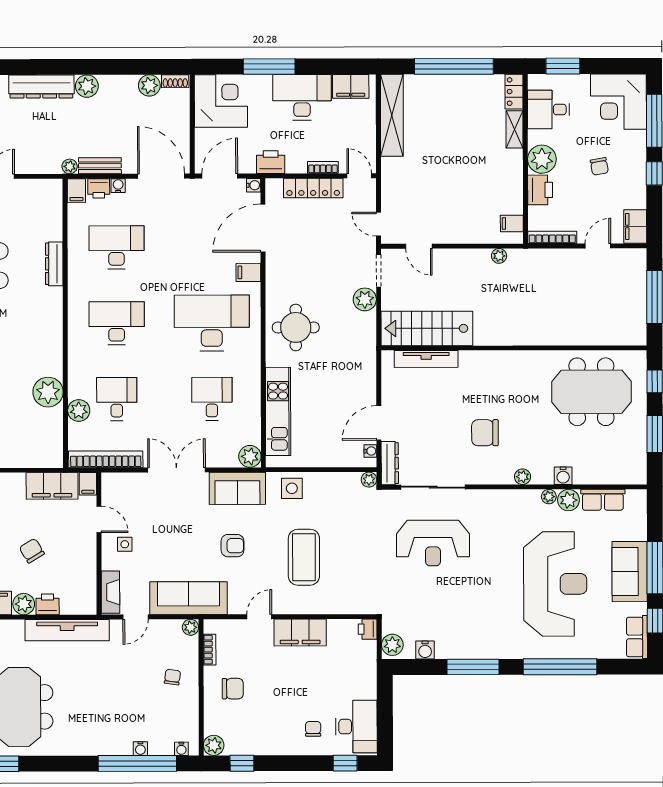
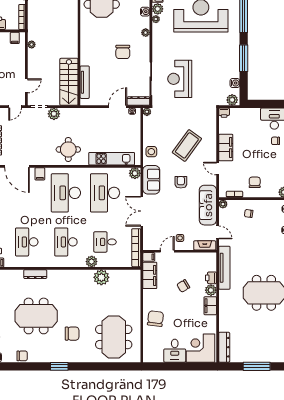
desk: (212, 399) -> (105, 193), width x1.87, depth x1.30
plant: (79, 411) -> (92, 262), moved
door: (379, 423) -> (118, 107), swing flipped
reception desk: (433, 543) -> (180, 79), turned 180
coffee table: (304, 557) -> (187, 145), turned -54

